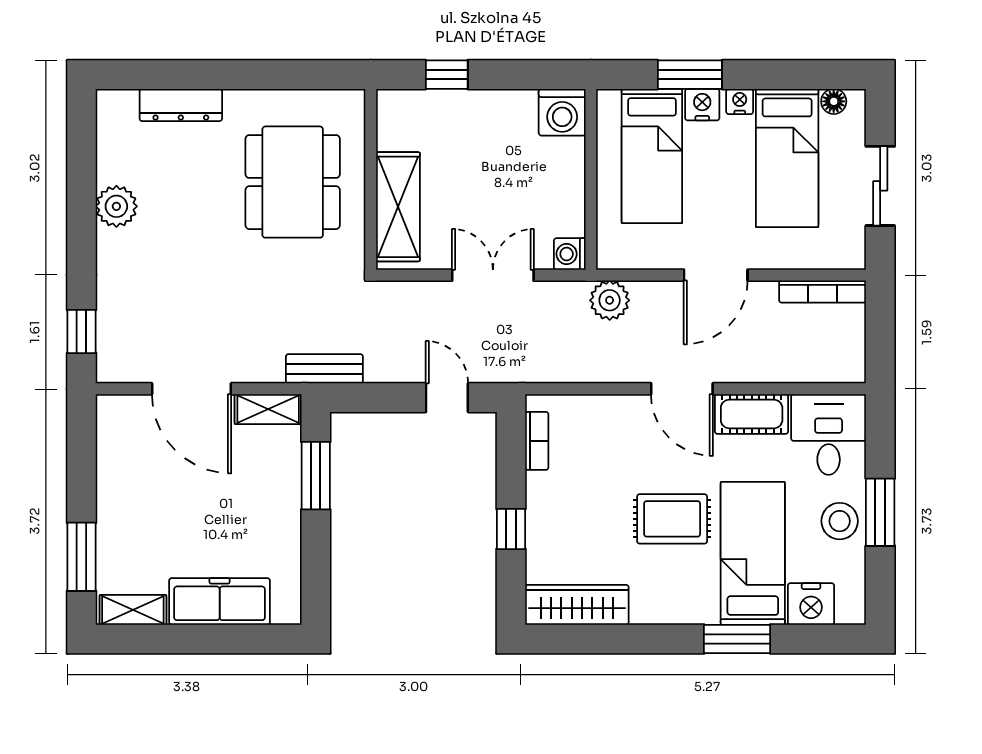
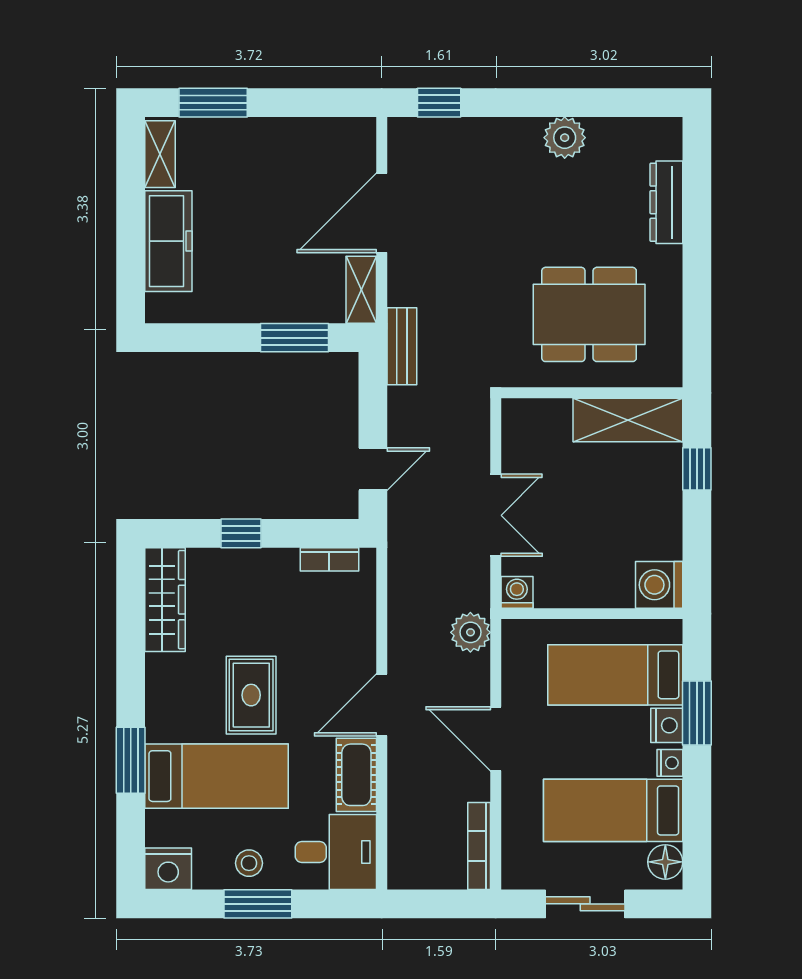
floor lamp: (834, 101) -> (665, 862), width x1.37, depth x1.37
shelving: (398, 207) -> (628, 420), moved
stool: (840, 521) -> (249, 863), width x0.73, depth x0.73
nightstand: (811, 604) -> (168, 869), moved, turned -90

